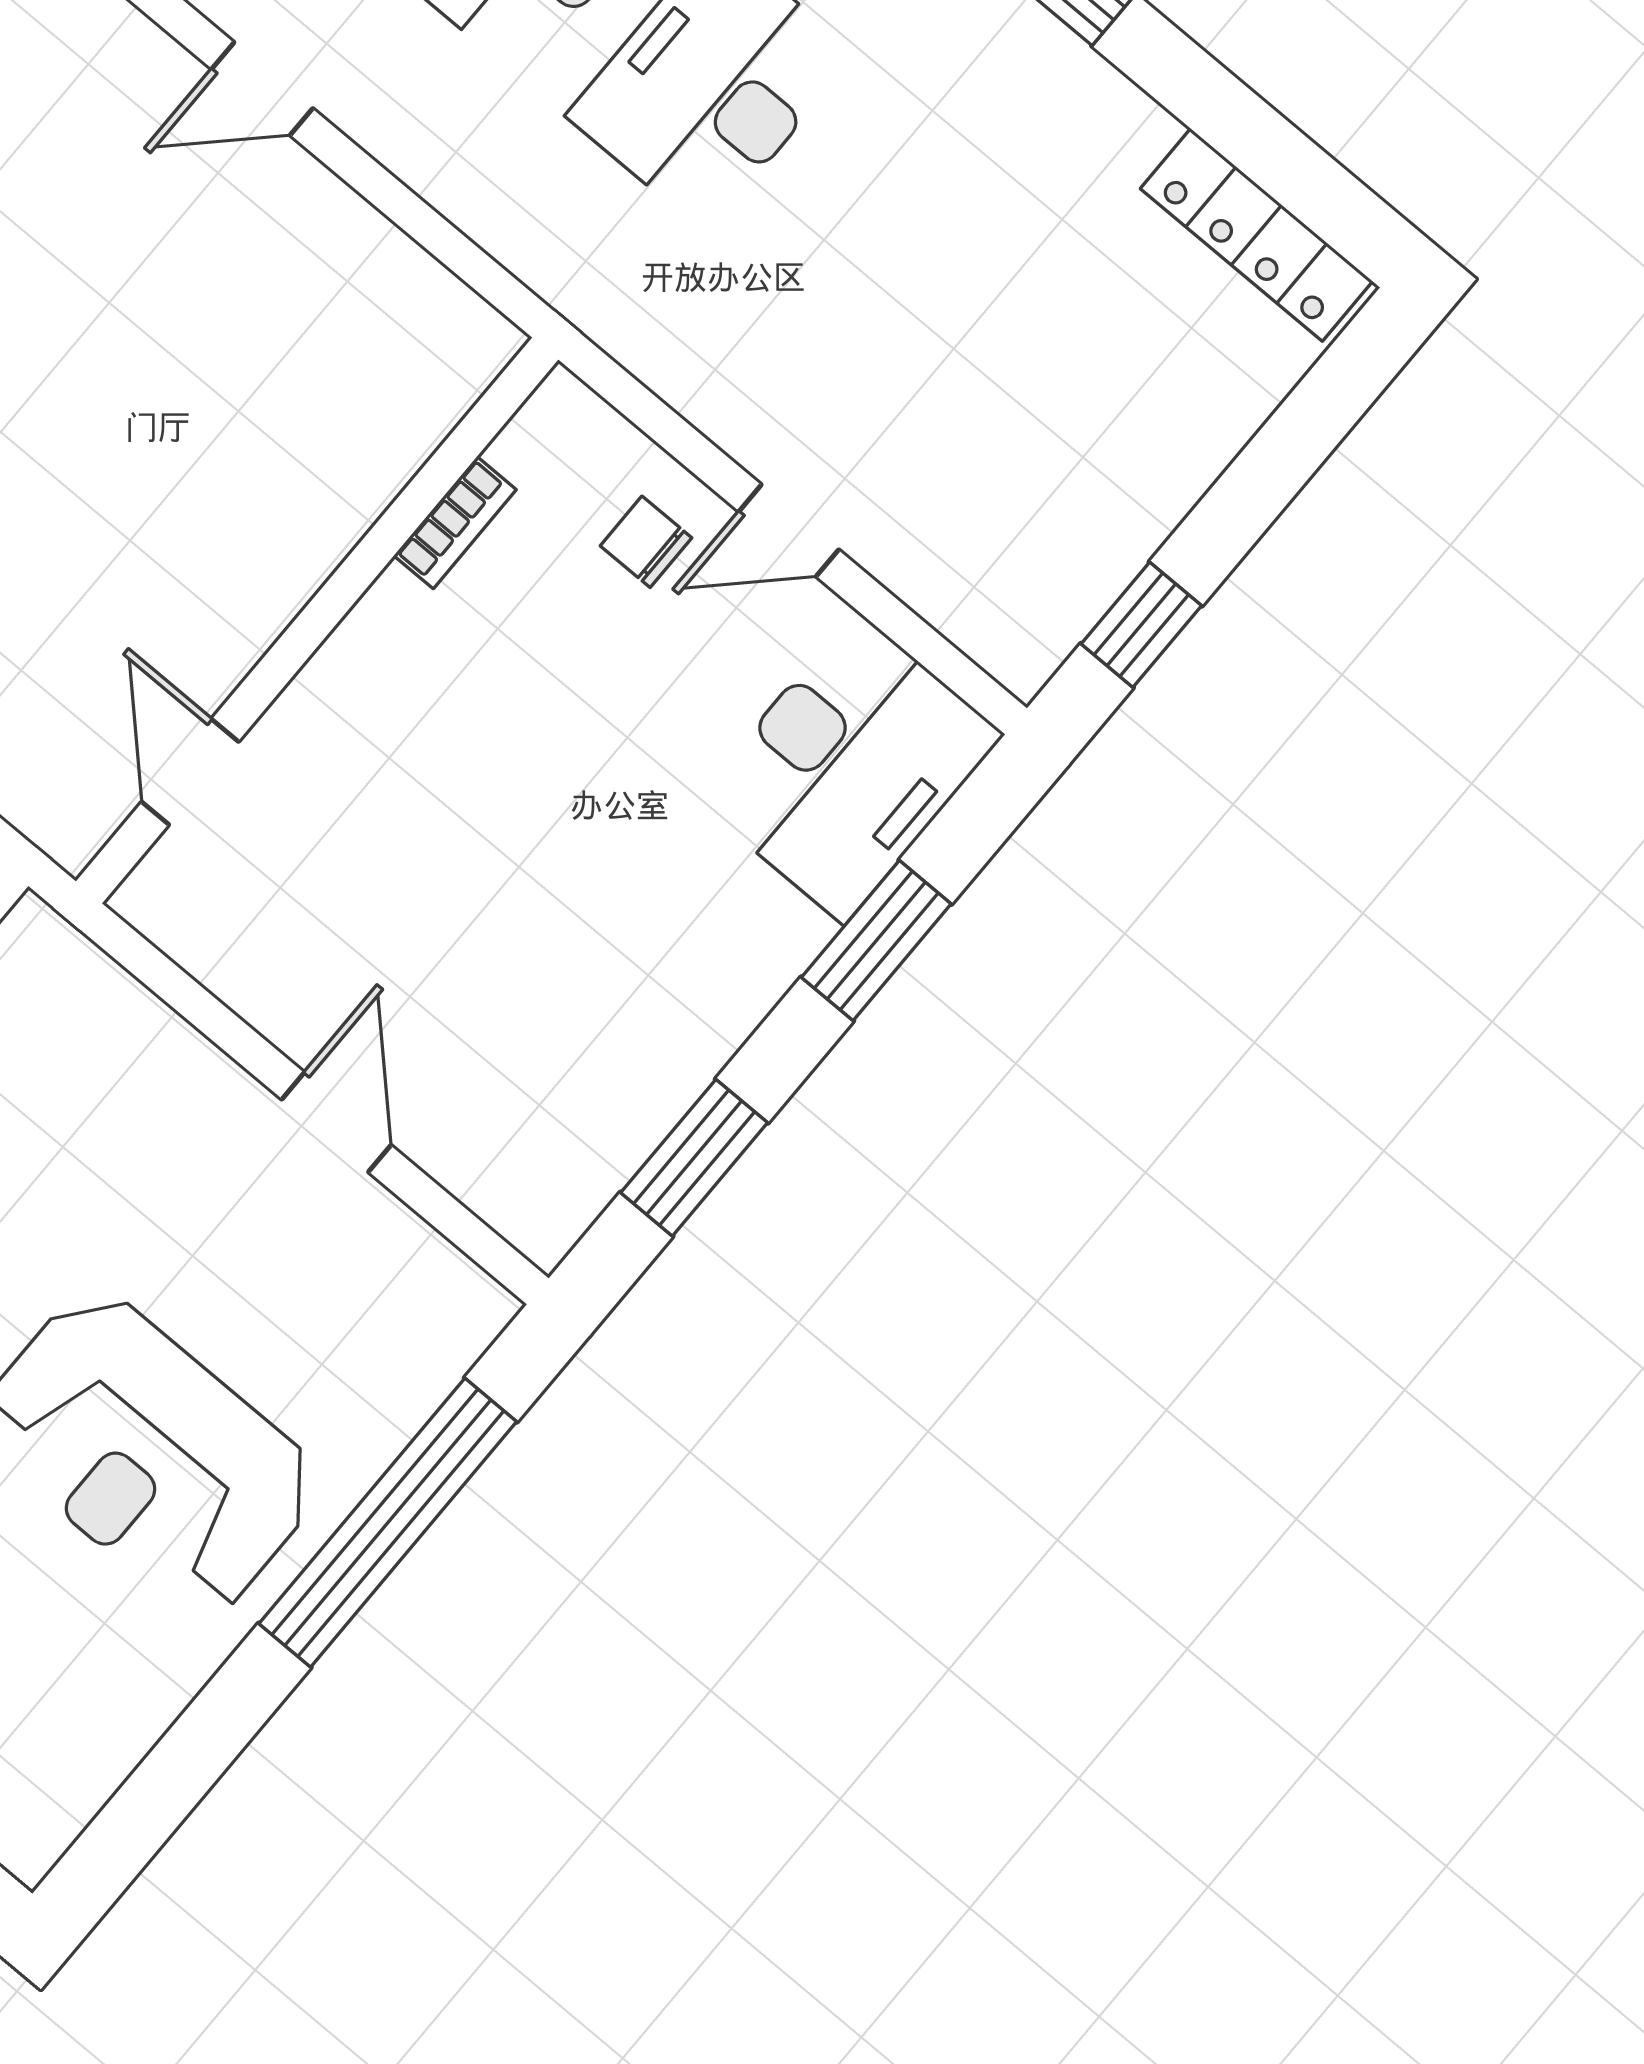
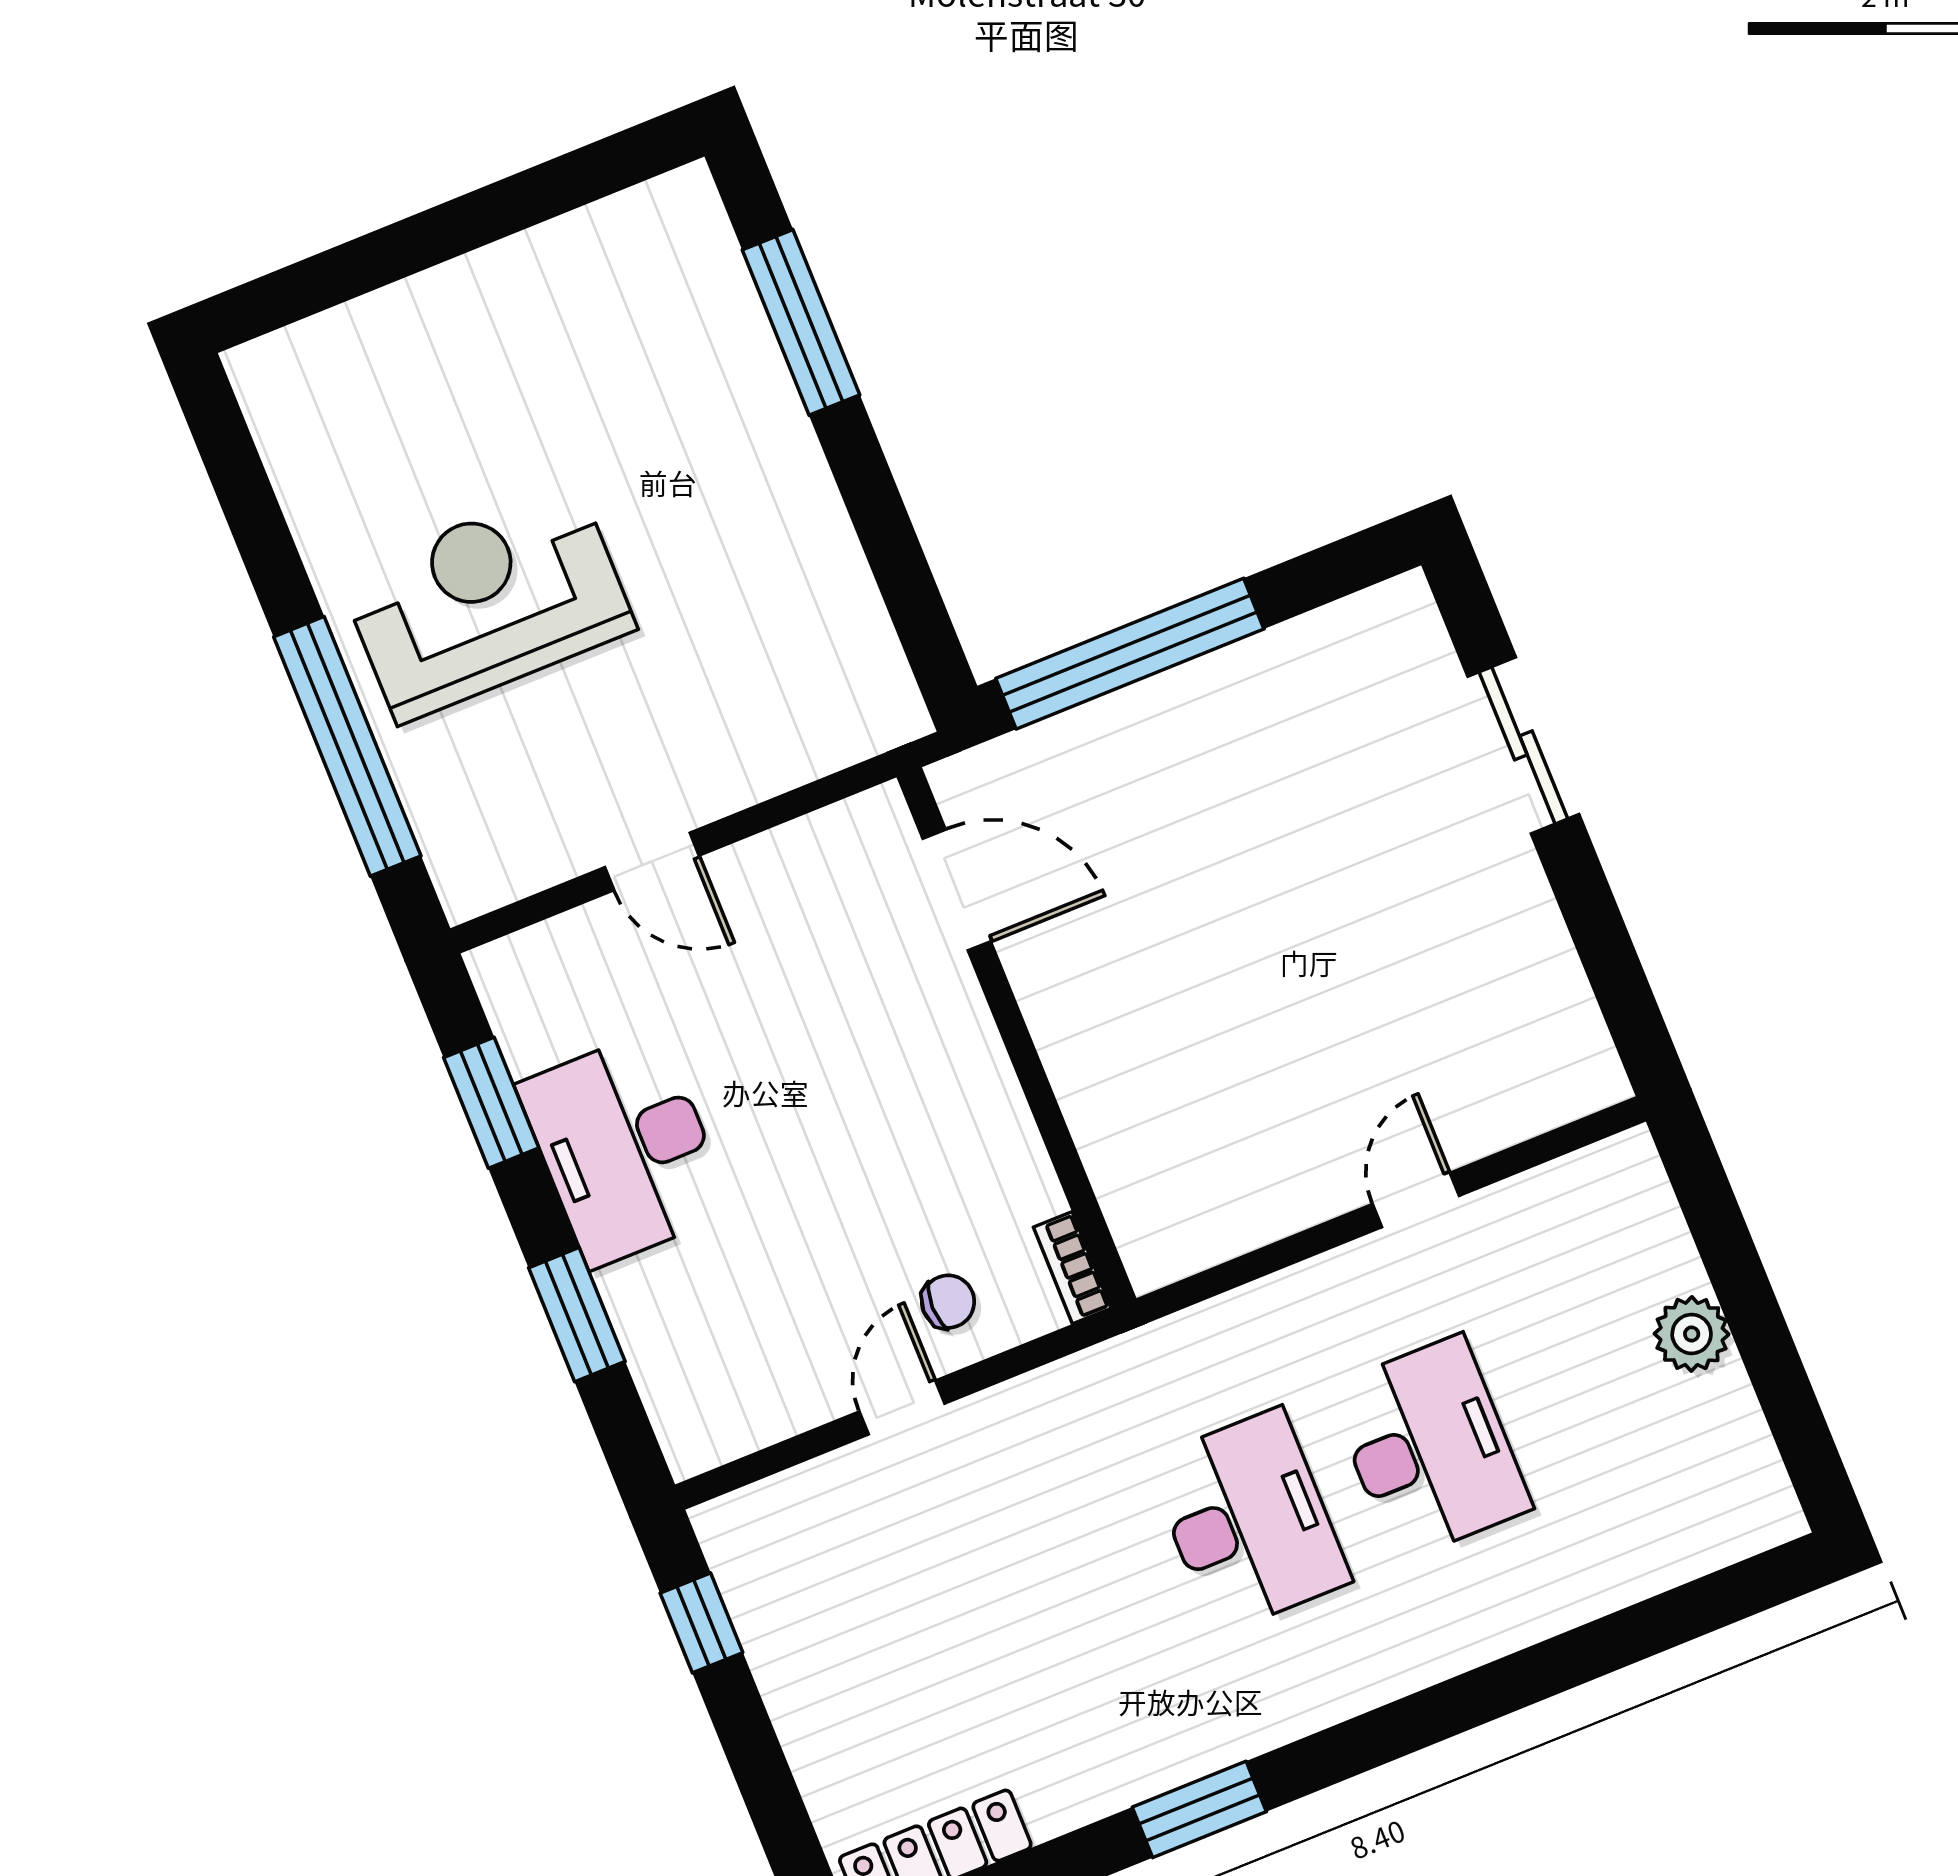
bookcase: (455, 523) -> (1072, 1268), moved
desk: (849, 767) -> (625, 1148), moved
door: (190, 772) -> (957, 890), width x1.38

